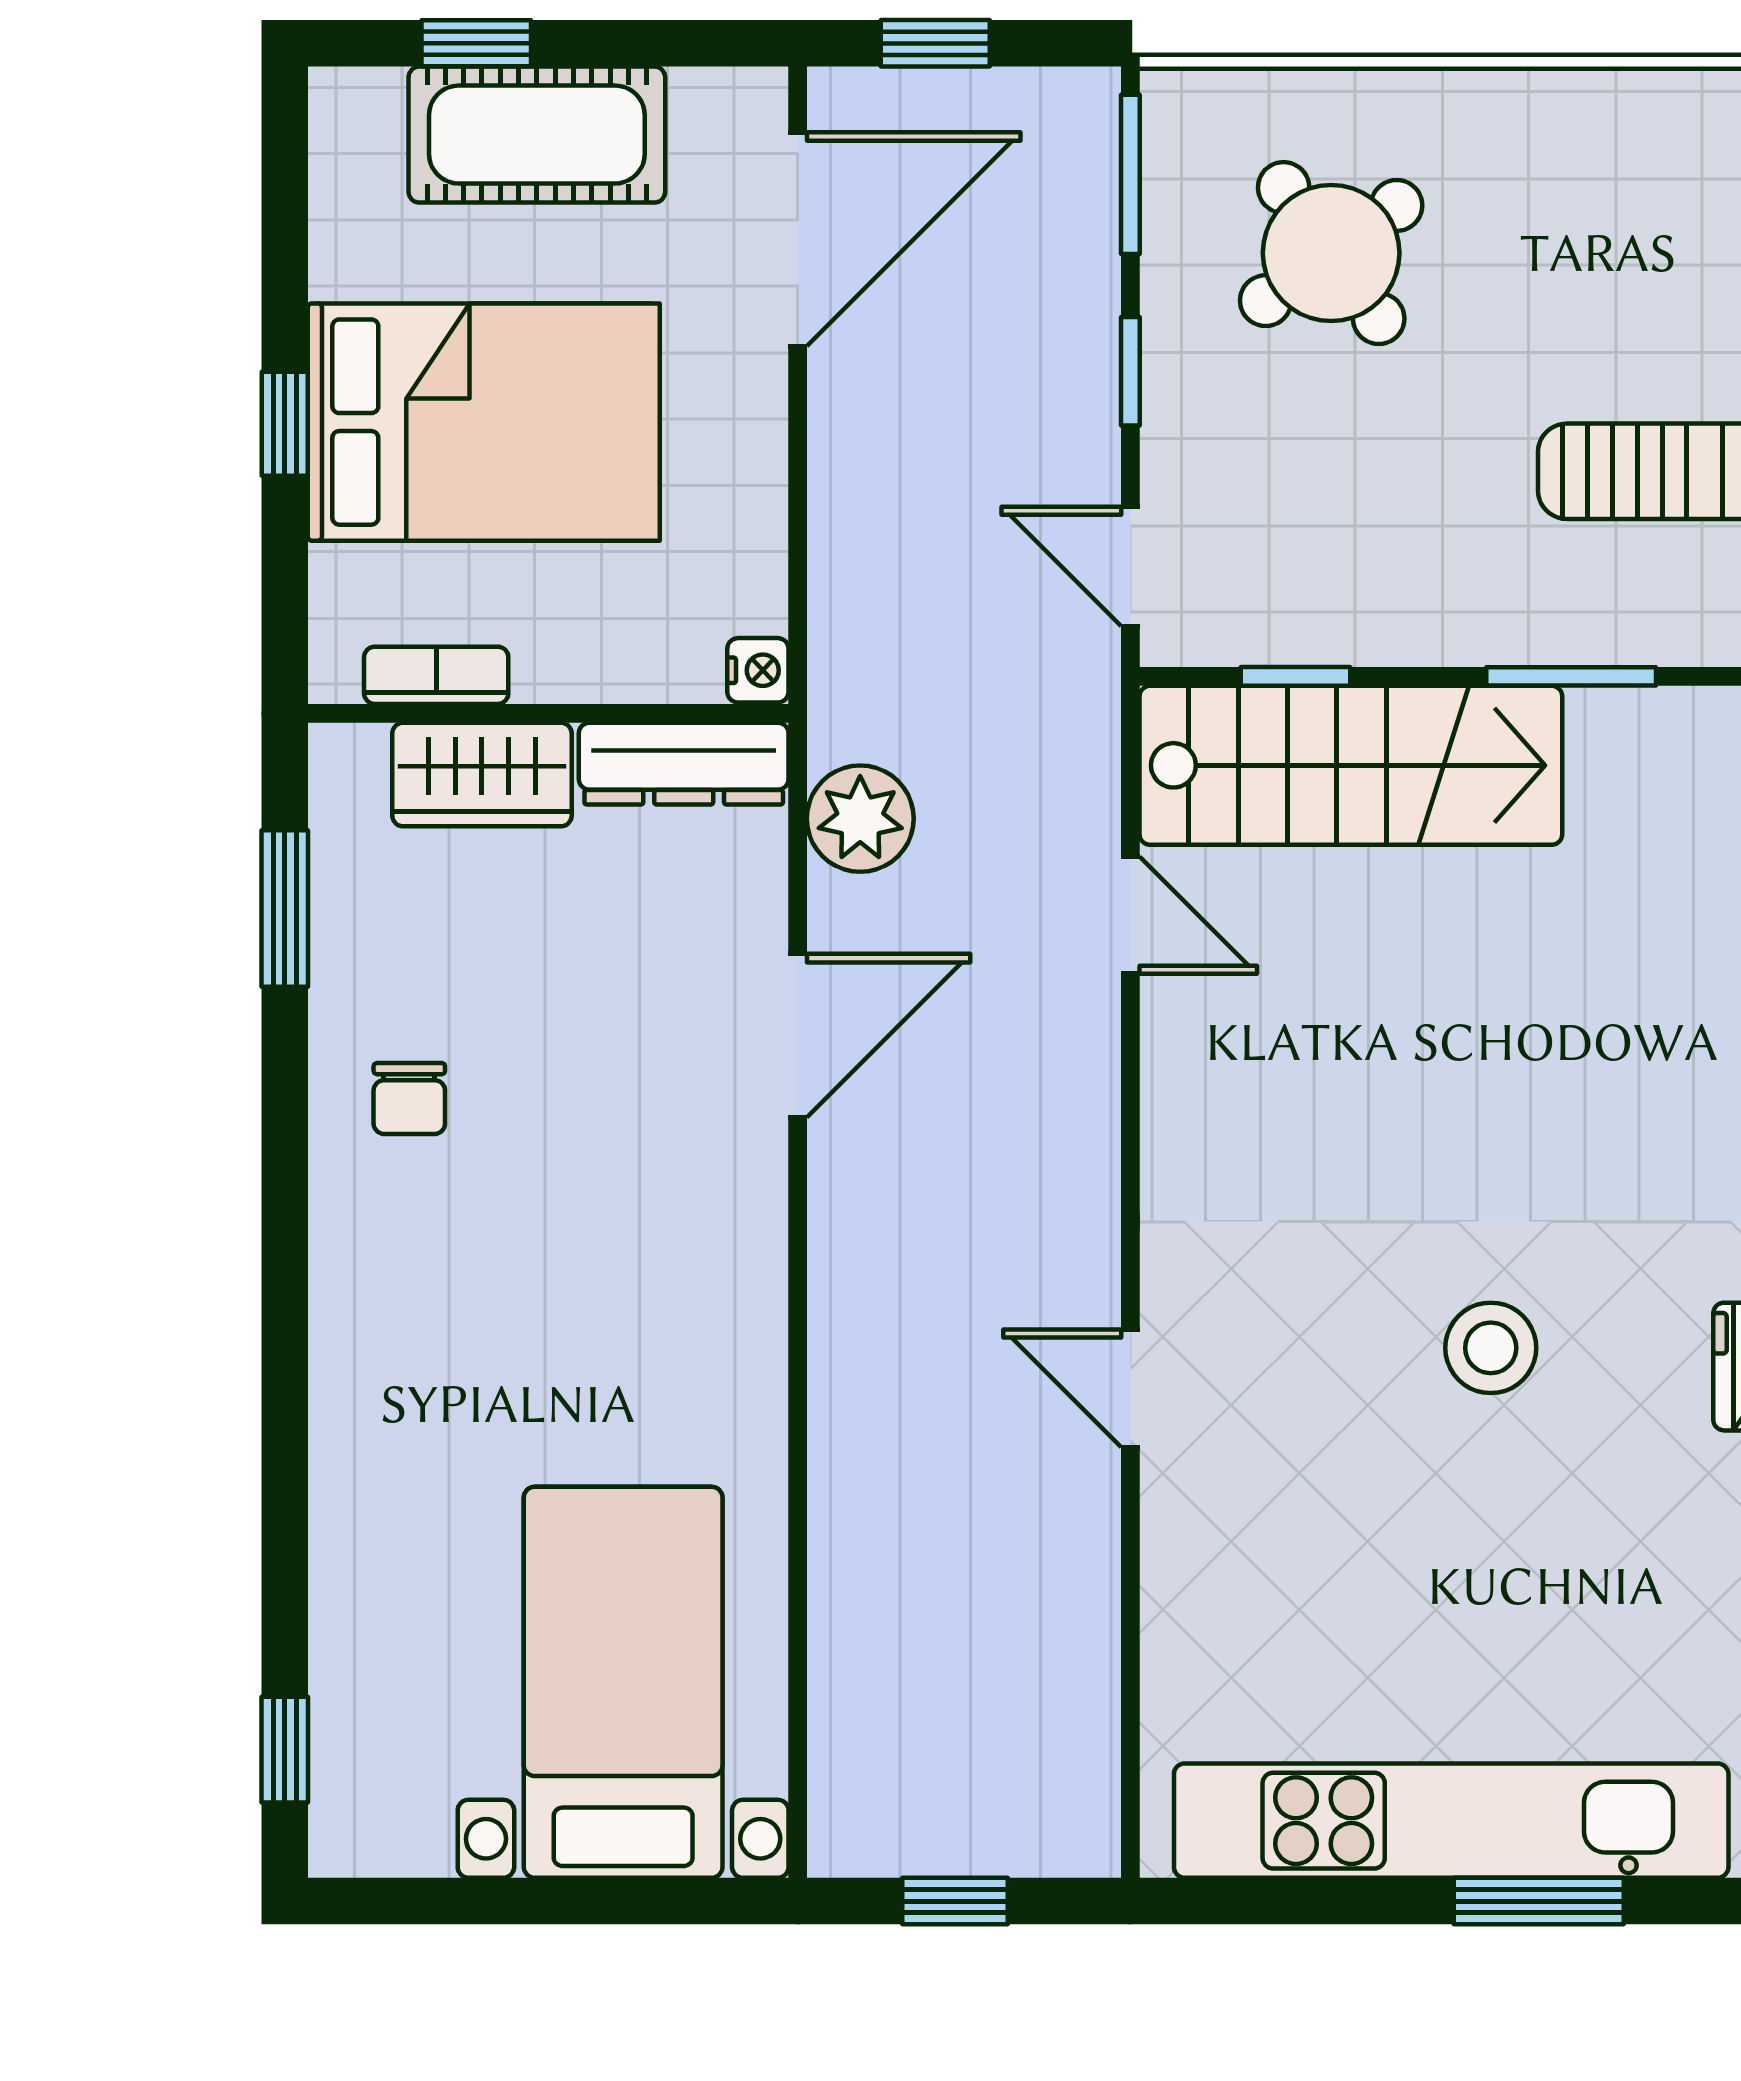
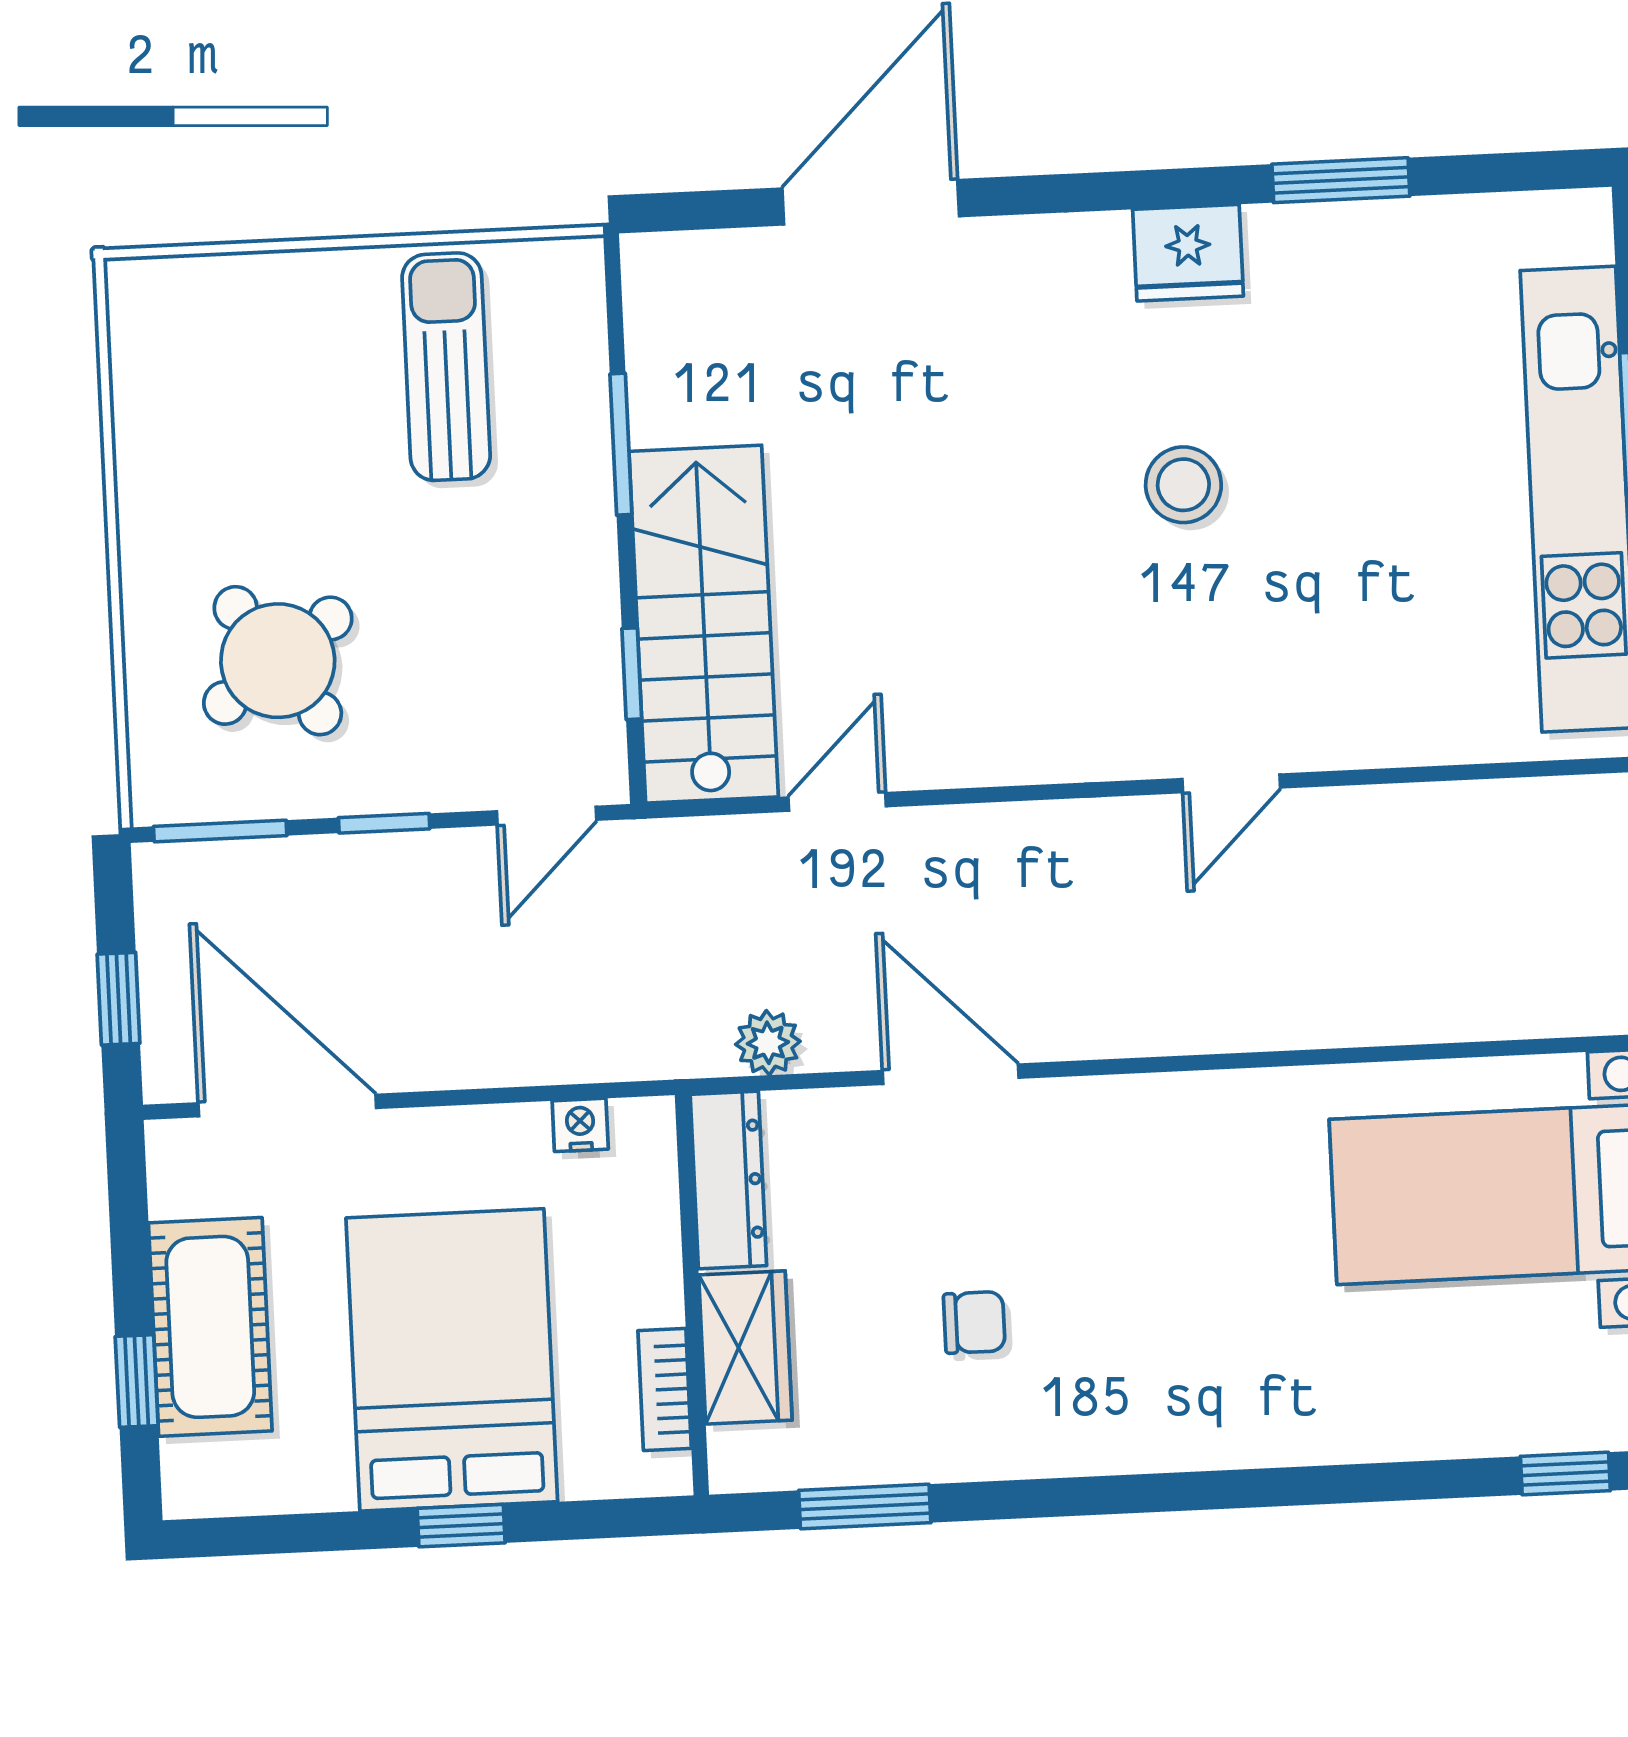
nightstand: (758, 670) -> (580, 1125), moved
plant: (860, 819) -> (768, 1043), width x0.73, depth x0.73
chair: (409, 1099) -> (974, 1322), moved

